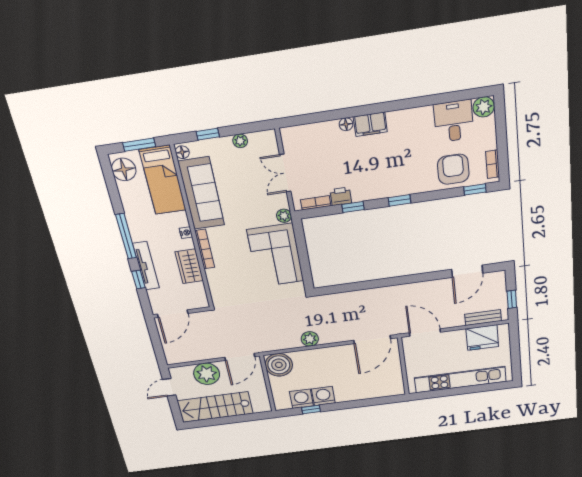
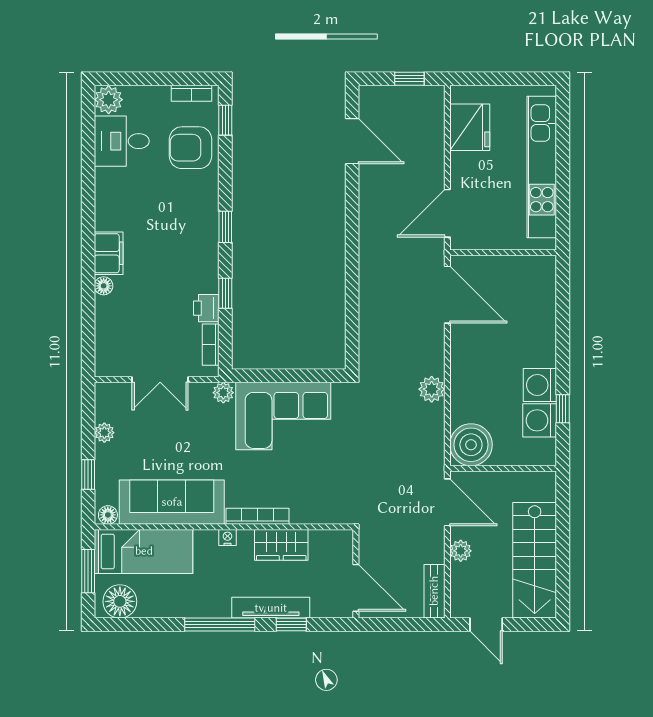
bench: (483, 318) -> (434, 591), moved
plant: (207, 374) -> (461, 551), width x0.53, depth x0.53

